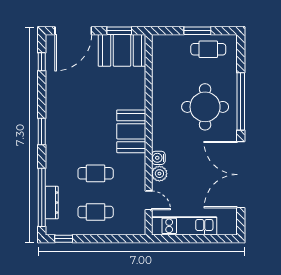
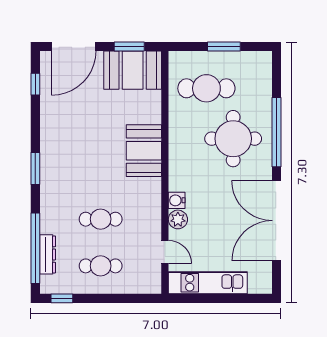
cafe table: (208, 49) -> (206, 88), moved, width x1.37, depth x1.35
booth: (131, 131) -> (144, 151), moved

